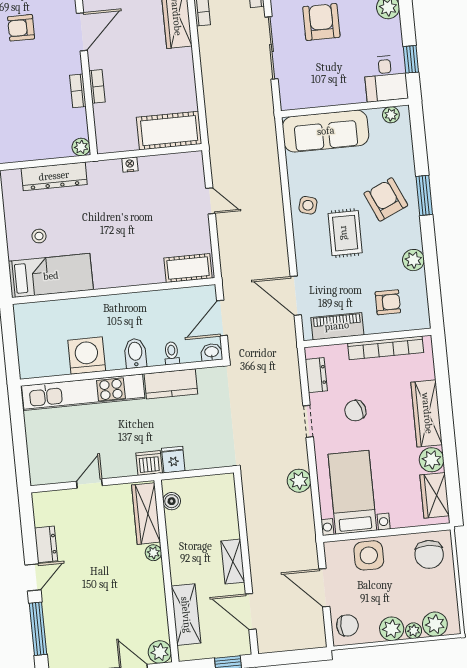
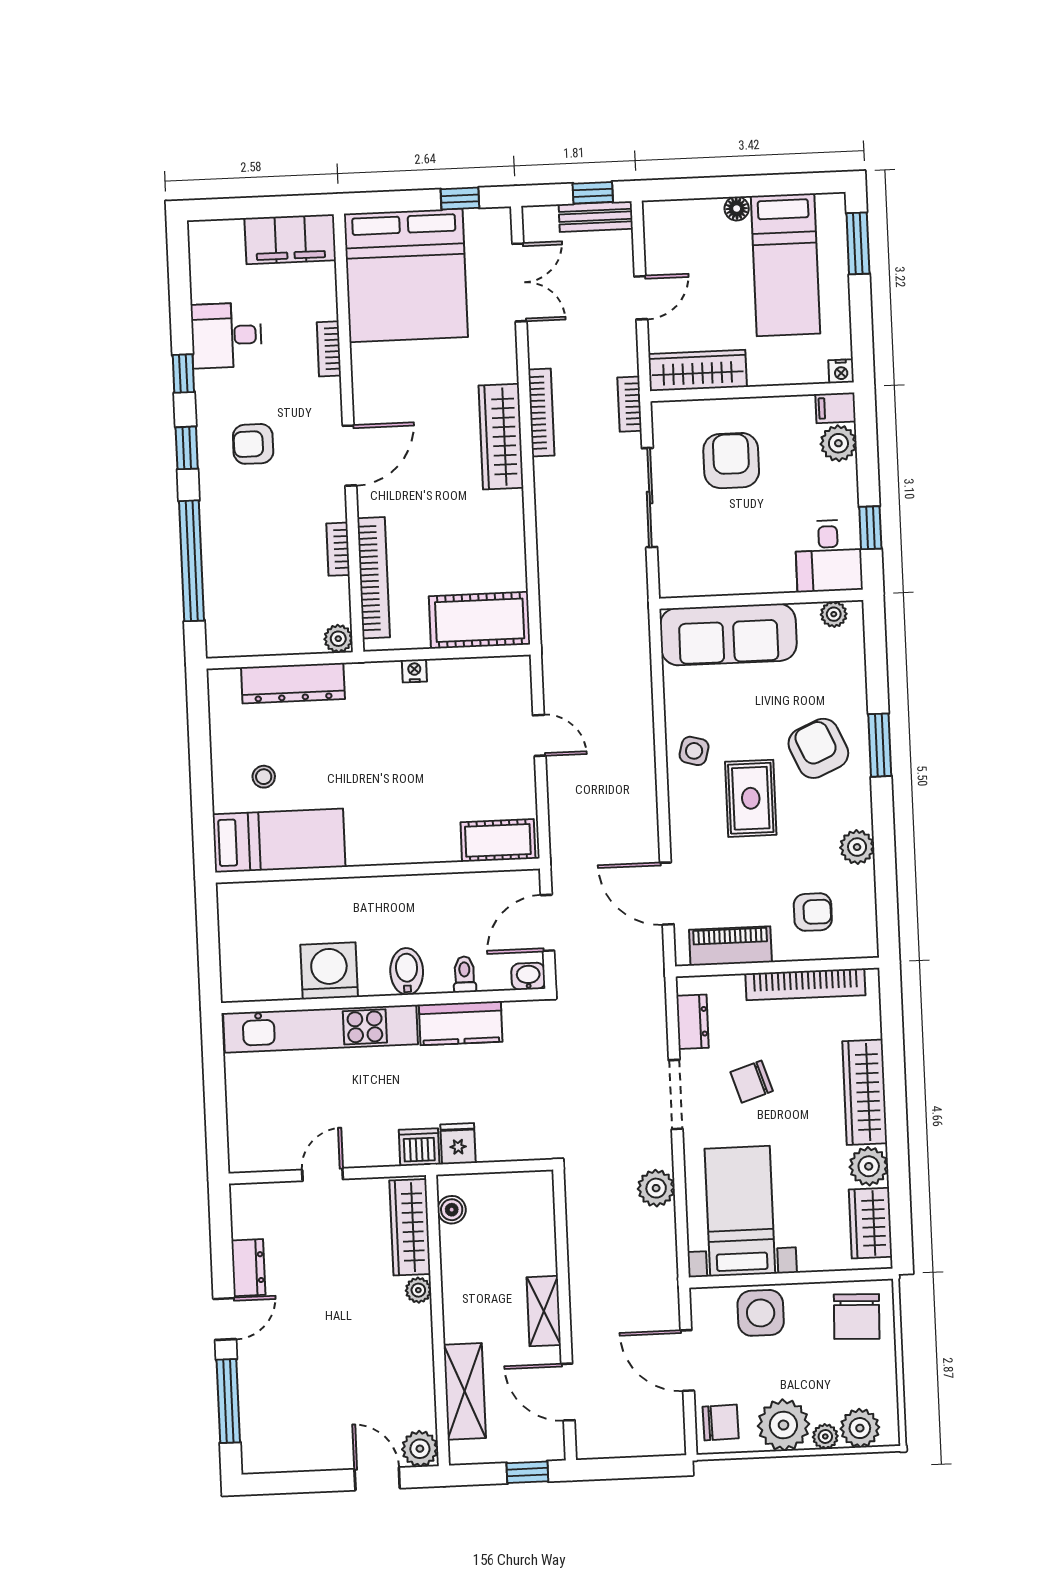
bookcase: (97, 86) -> (374, 578), width x2.31, depth x1.31
doorway: (308, 421) -> (676, 1095), width x1.38
plant: (392, 629) -> (783, 1425), width x1.36, depth x1.36

